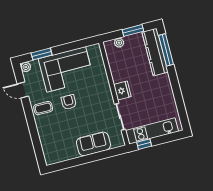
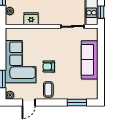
fridge: (122, 91) -> (31, 19), moved
window: (37, 144) -> (77, 103), added
sofa: (93, 144) -> (90, 60), width x1.36

